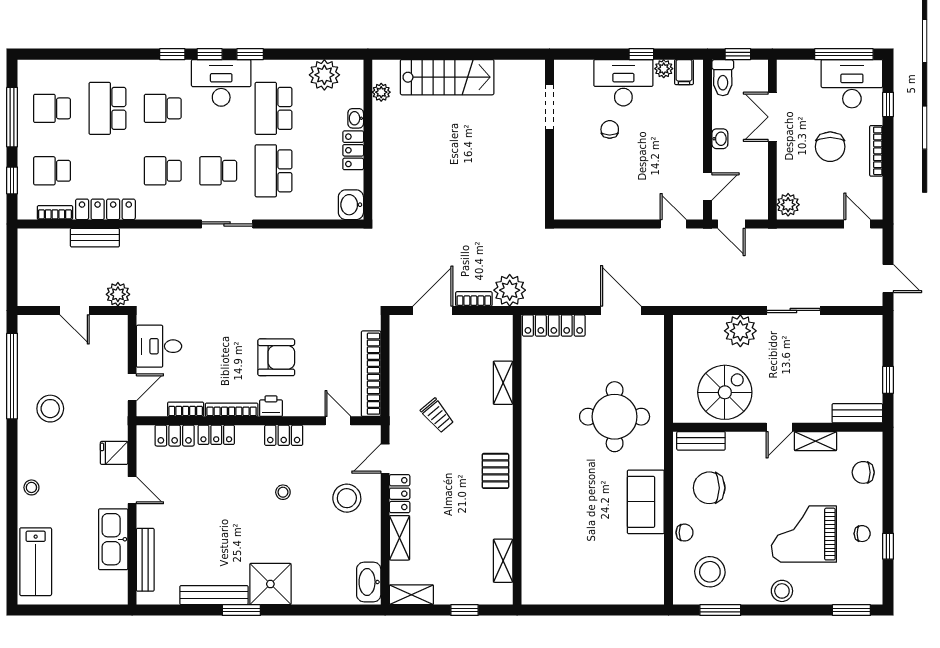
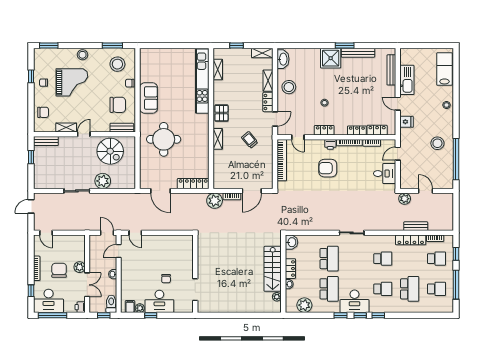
printer: (787, 71) -> (80, 307), added
stairs: (447, 77) -> (273, 269), moved, turned -90
school desk: (218, 171) -> (356, 259), removed
plant: (788, 205) -> (80, 267), moved
door: (888, 278) -> (31, 206), hinge flipped
shelving: (503, 383) -> (218, 139), moved
spiral stairs: (725, 392) -> (110, 151), turned -90
stool: (347, 498) -> (289, 87), moved
kitchen unit: (535, 537) -> (202, 81), added

